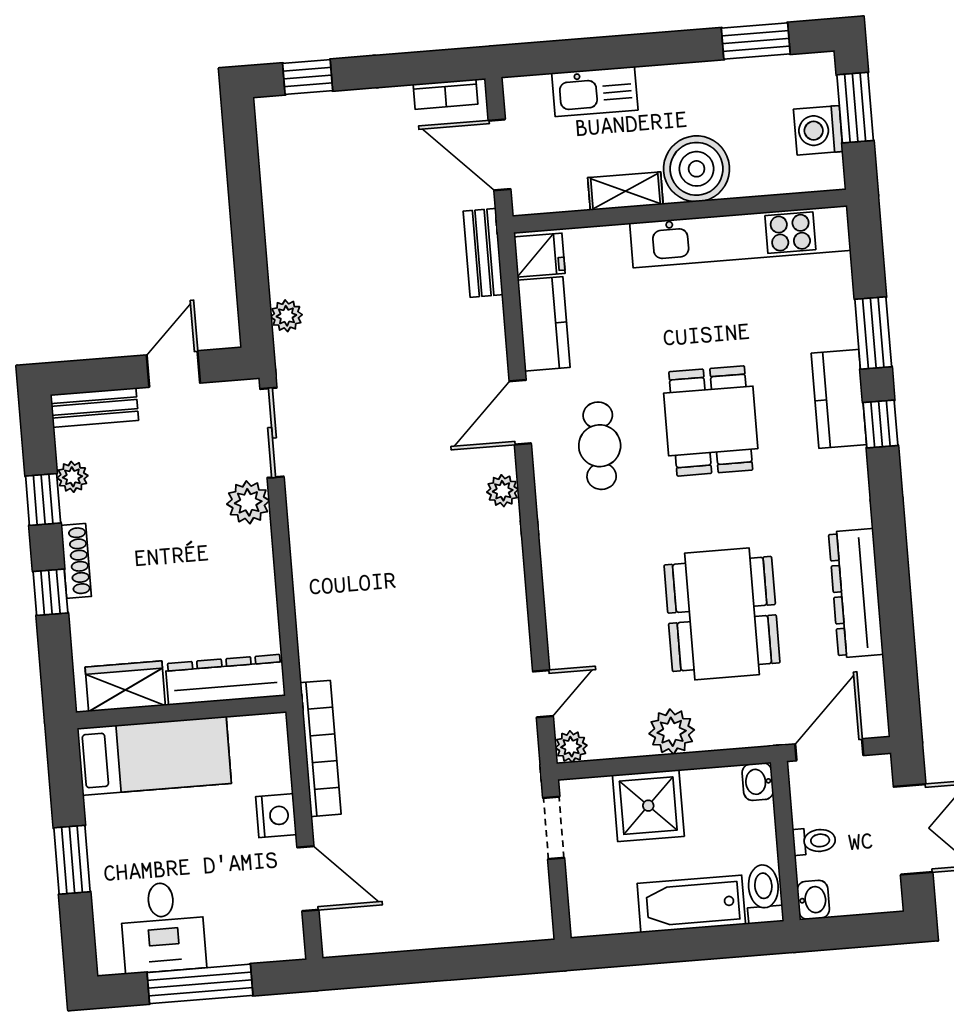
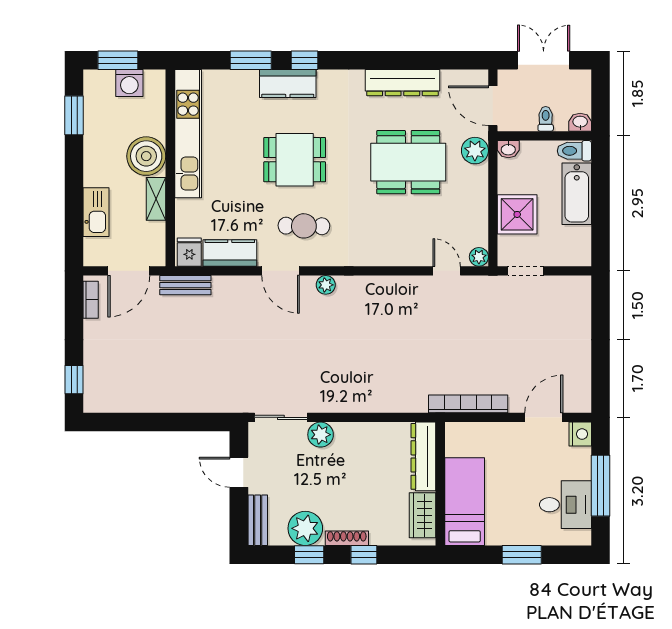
plant: (286, 316) -> (213, 403), removed
plant: (72, 477) -> (305, 528), width x1.88, depth x1.88
plant: (672, 732) -> (475, 151), moved
nightstand: (276, 816) -> (580, 434), moved, turned 90

